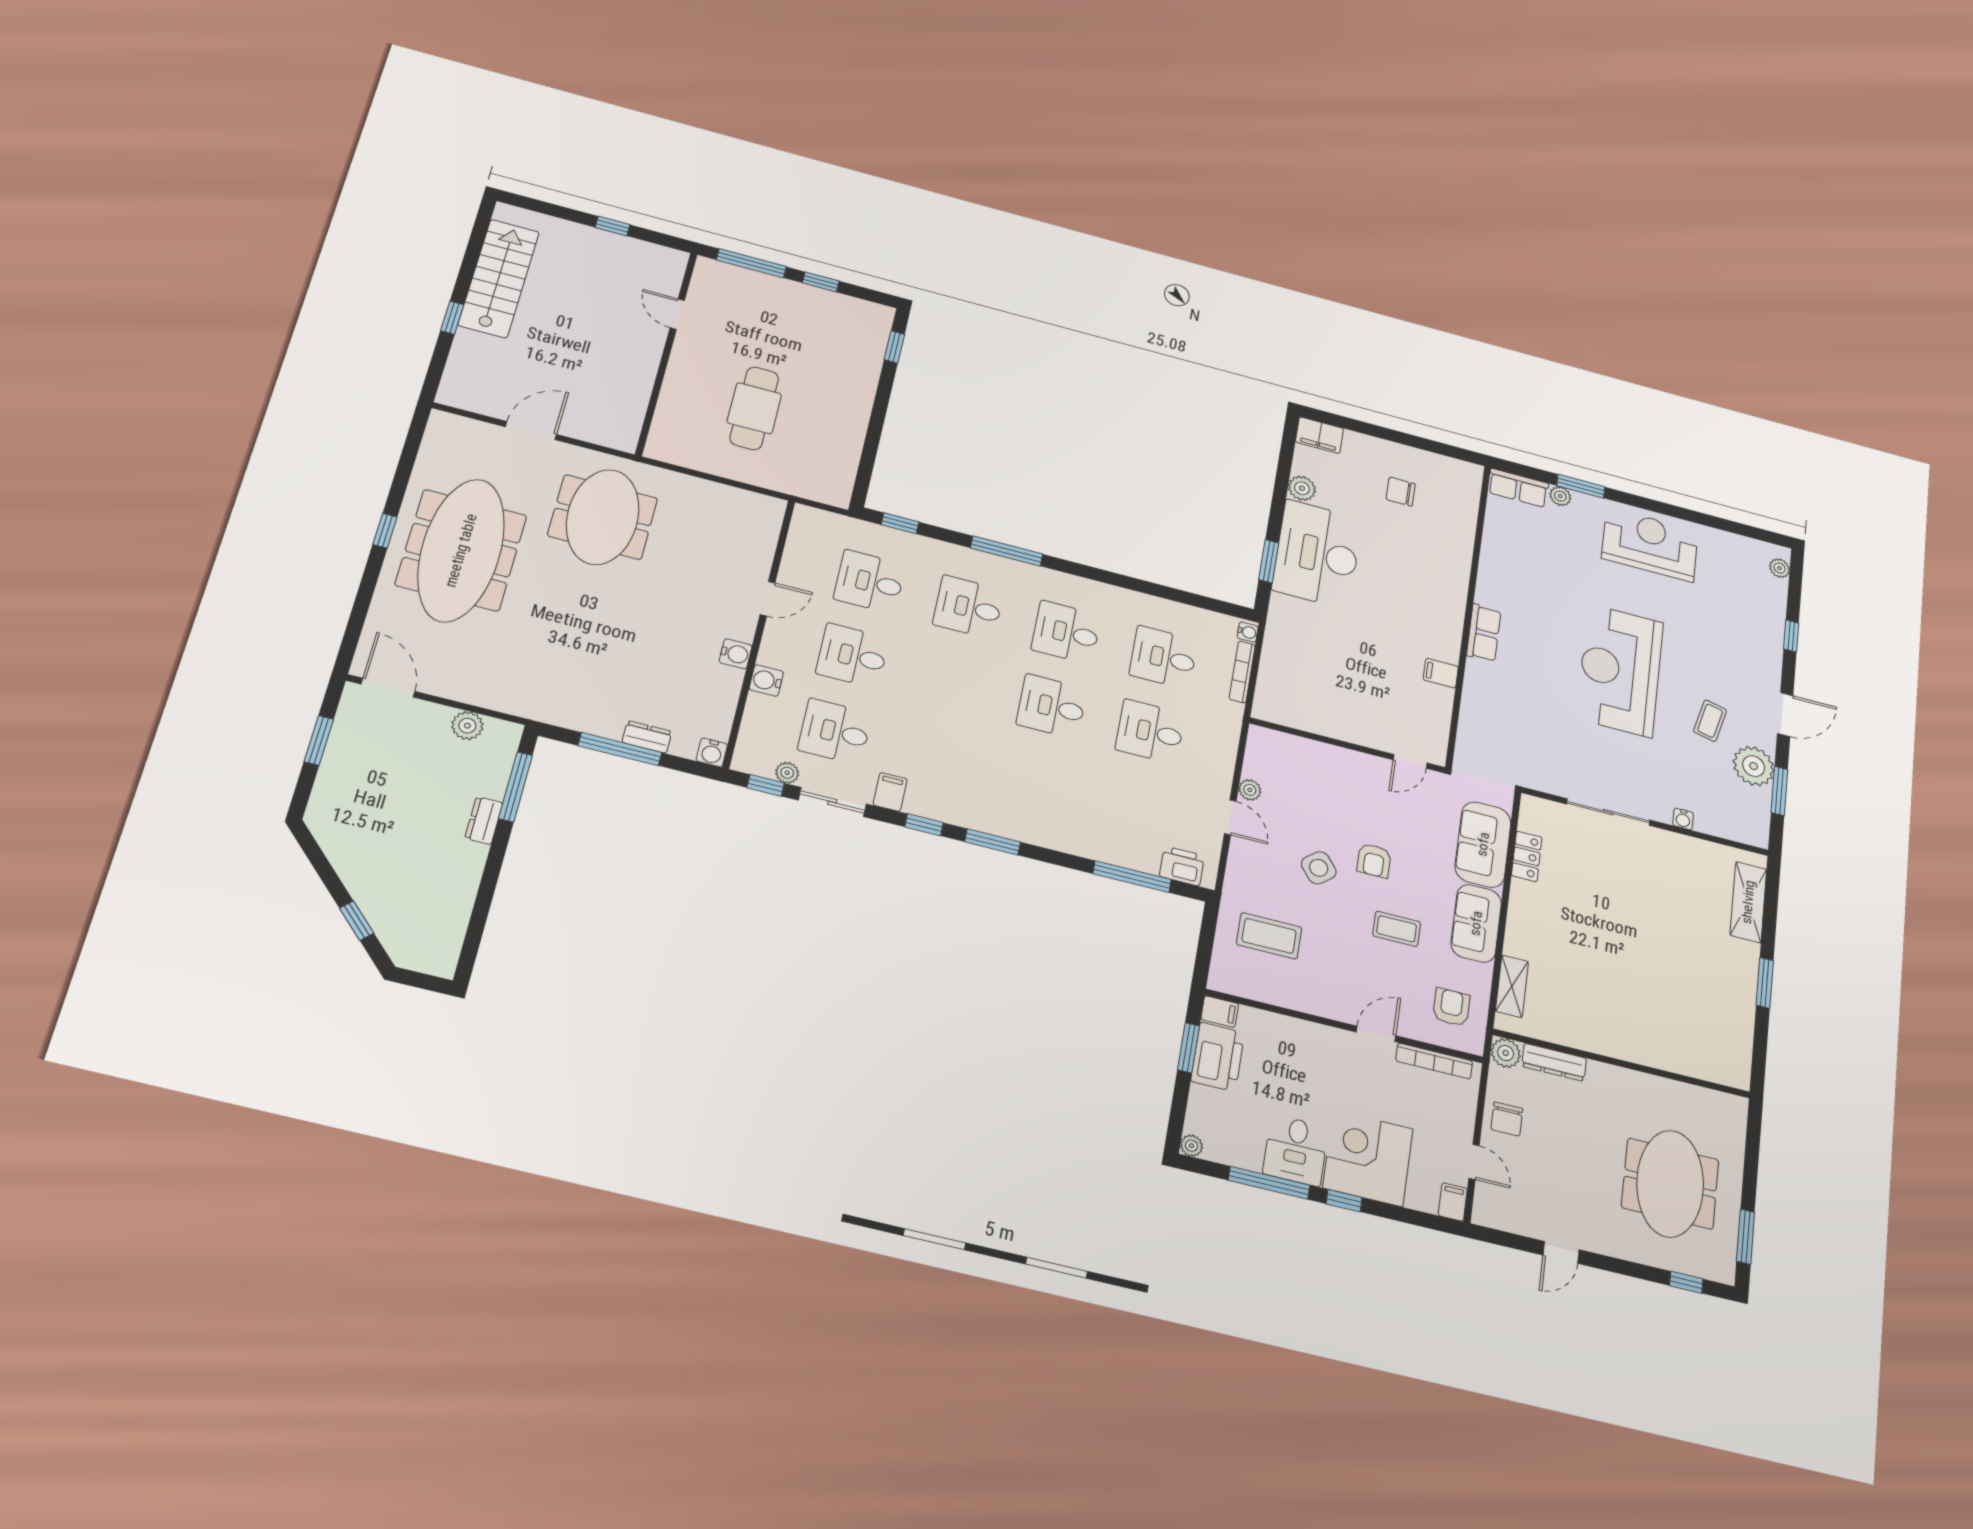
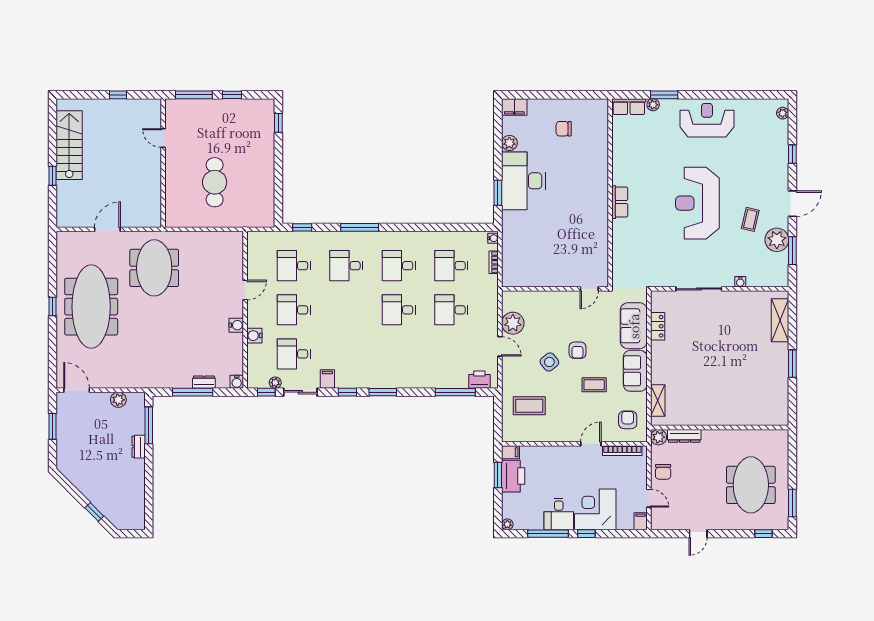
bookcase: (1242, 672) -> (494, 262), width x0.64
filing cabinet: (1441, 673) -> (599, 233), removed
plant: (1250, 790) -> (513, 323), width x1.88, depth x1.88

